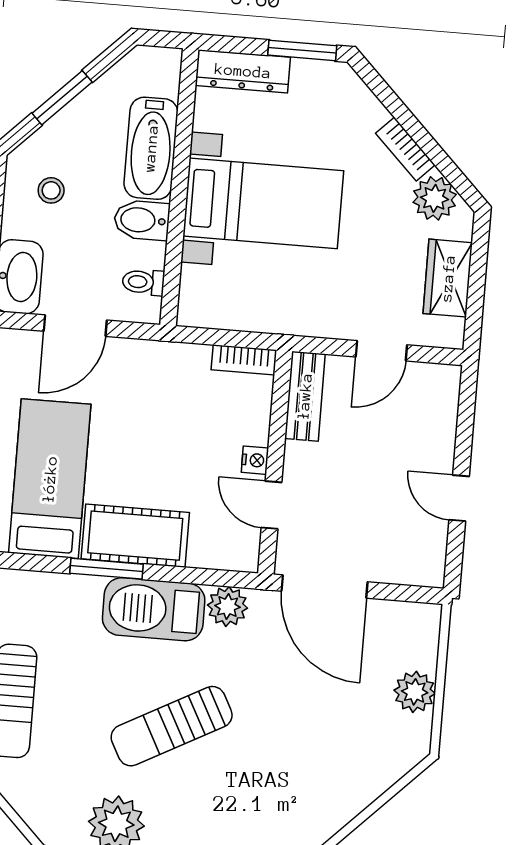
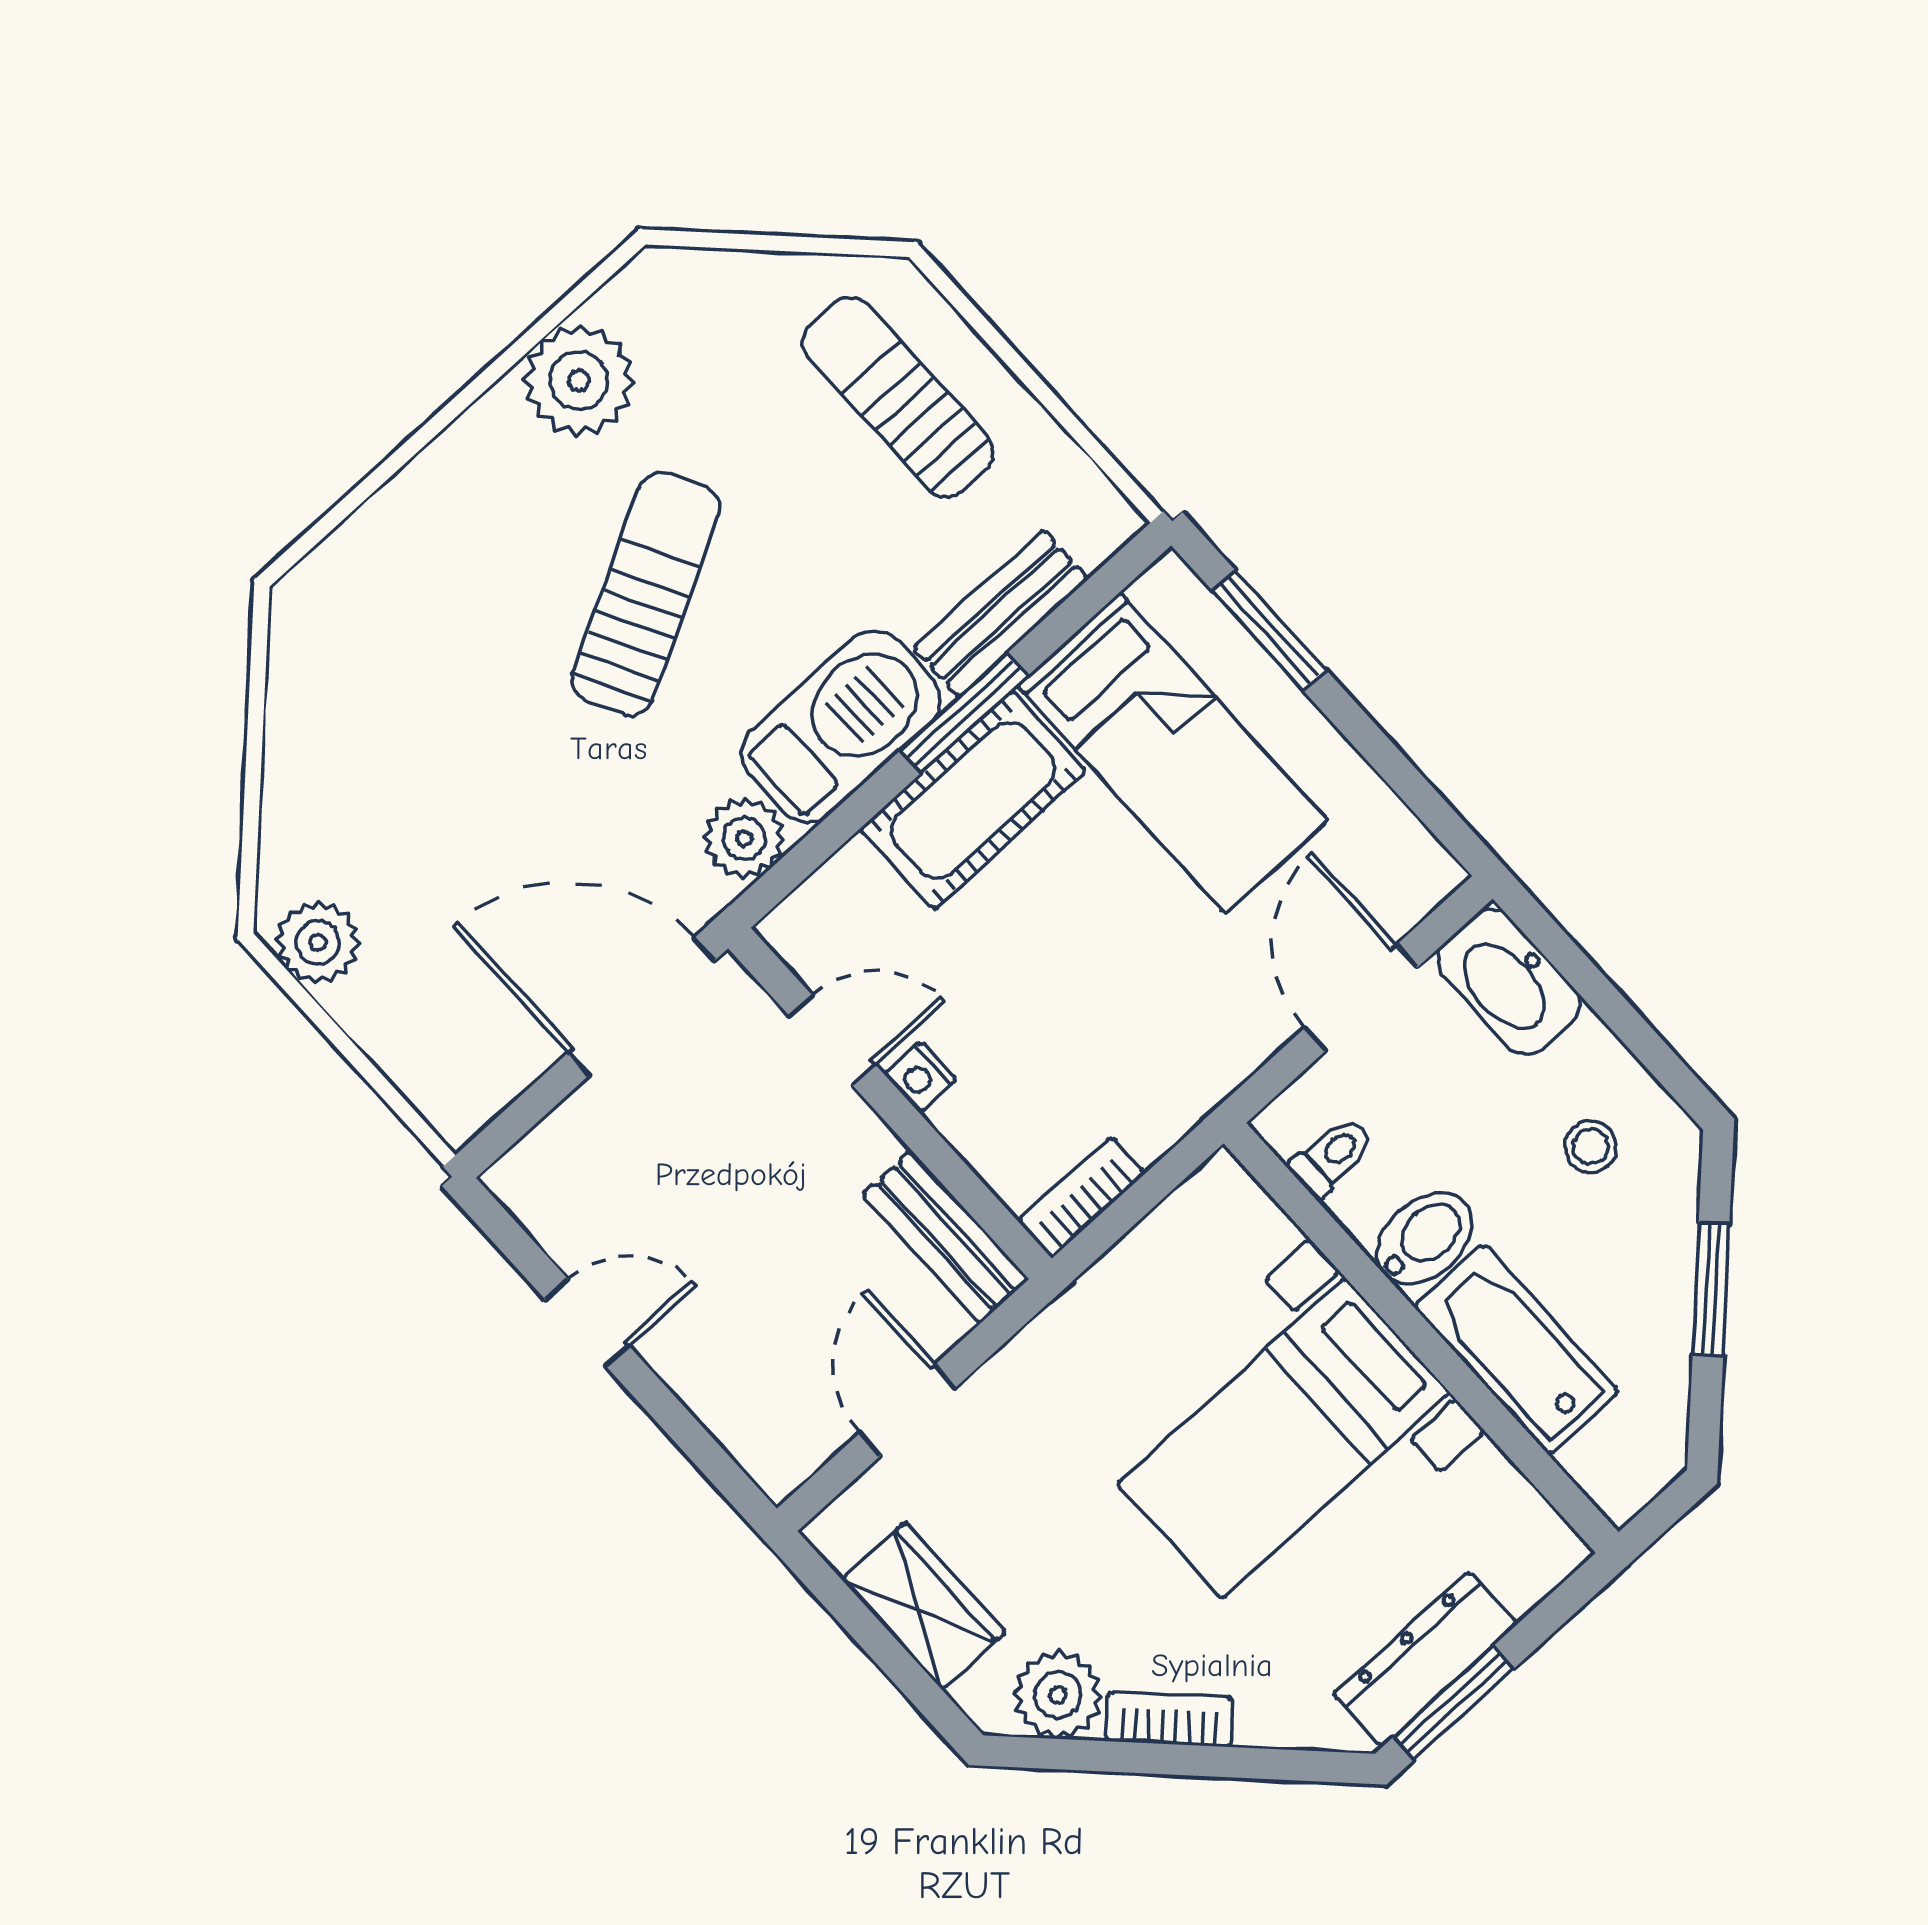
dresser: (243, 71) -> (1426, 1659), moved
bench: (57, 589) -> (1001, 613), added
plant: (415, 692) -> (318, 942), moved

